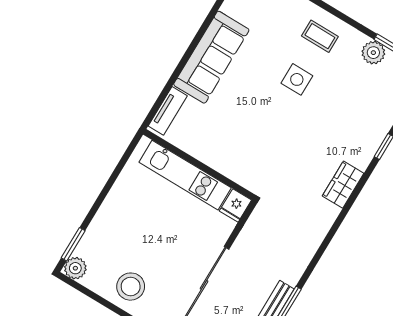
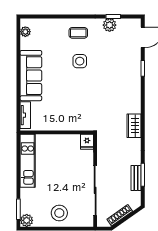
kitchen unit: (185, 175) -> (28, 161), moved, turned -90
wardrobe: (343, 185) -> (134, 126), moved

